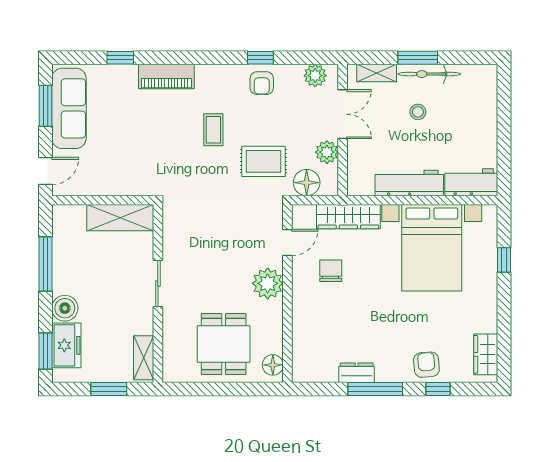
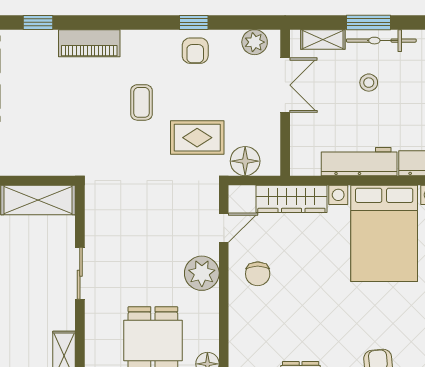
plant: (327, 152) -> (268, 127), removed
chair: (331, 271) -> (258, 274), moved, turned 180

